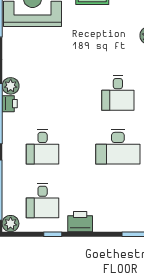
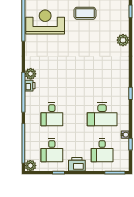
desk: (118, 93) -> (102, 150), moved

